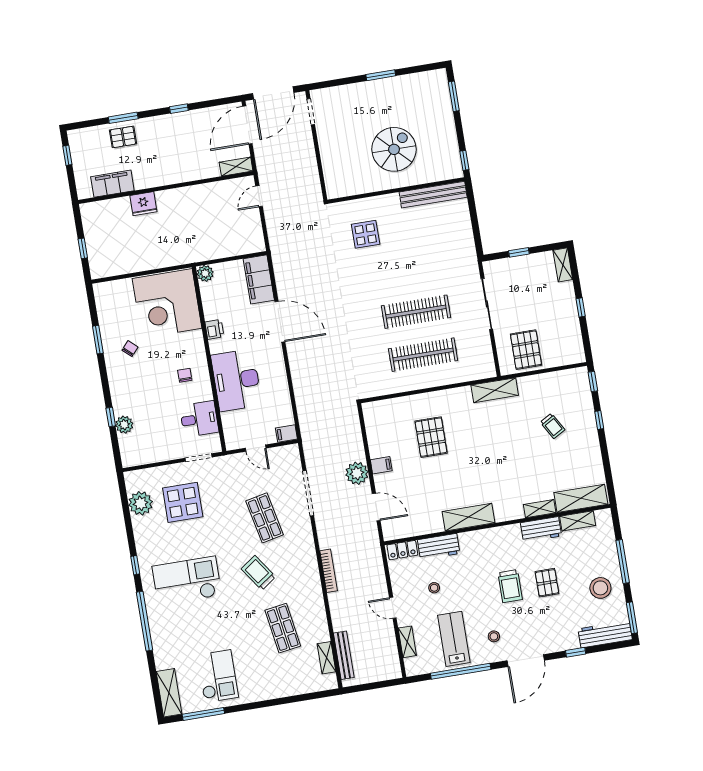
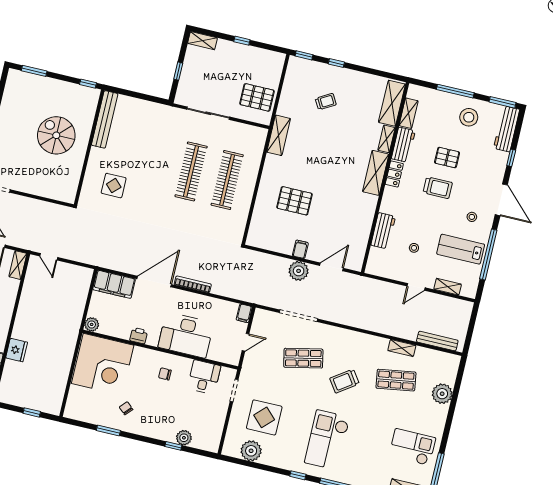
shelving: (468, 517) -> (376, 173), moved
locker: (402, 550) -> (394, 174), moved
bookcase: (329, 571) -> (193, 284), moved
shelving: (327, 658) -> (402, 348), moved
plant: (289, 684) -> (442, 394), added

